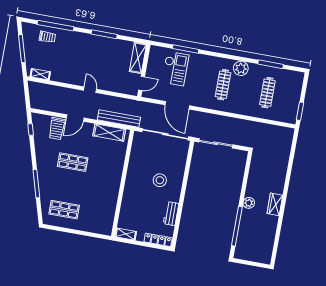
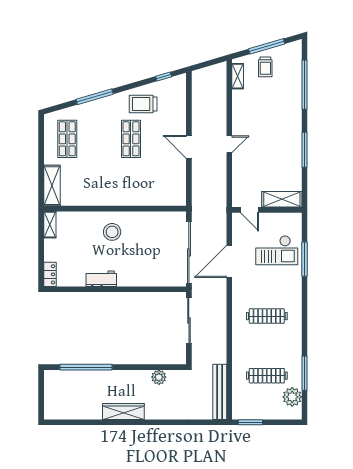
trolley: (47, 37) -> (265, 67), moved
plant: (241, 68) -> (292, 397), moved
door: (75, 118) -> (189, 147), moved
bench: (119, 118) -> (220, 392), moved
trolley: (57, 129) -> (143, 104), moved
shelving: (109, 132) -> (52, 186), moved
stool: (160, 180) -> (112, 232), moved
plant: (249, 203) -> (159, 377), moved
wardrobe: (275, 204) -> (123, 411), width x1.50
workbench: (171, 214) -> (101, 279), moved
locker: (158, 240) -> (50, 274), width x0.66

